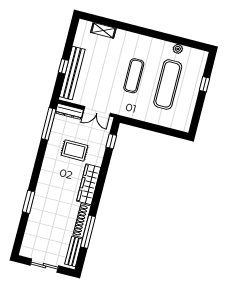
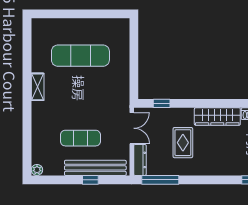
shelving: (103, 30) -> (38, 87), moved
plant: (178, 49) -> (37, 170), moved
exercise mat: (134, 76) -> (80, 138), moved
window: (204, 84) -> (69, 14), removed

